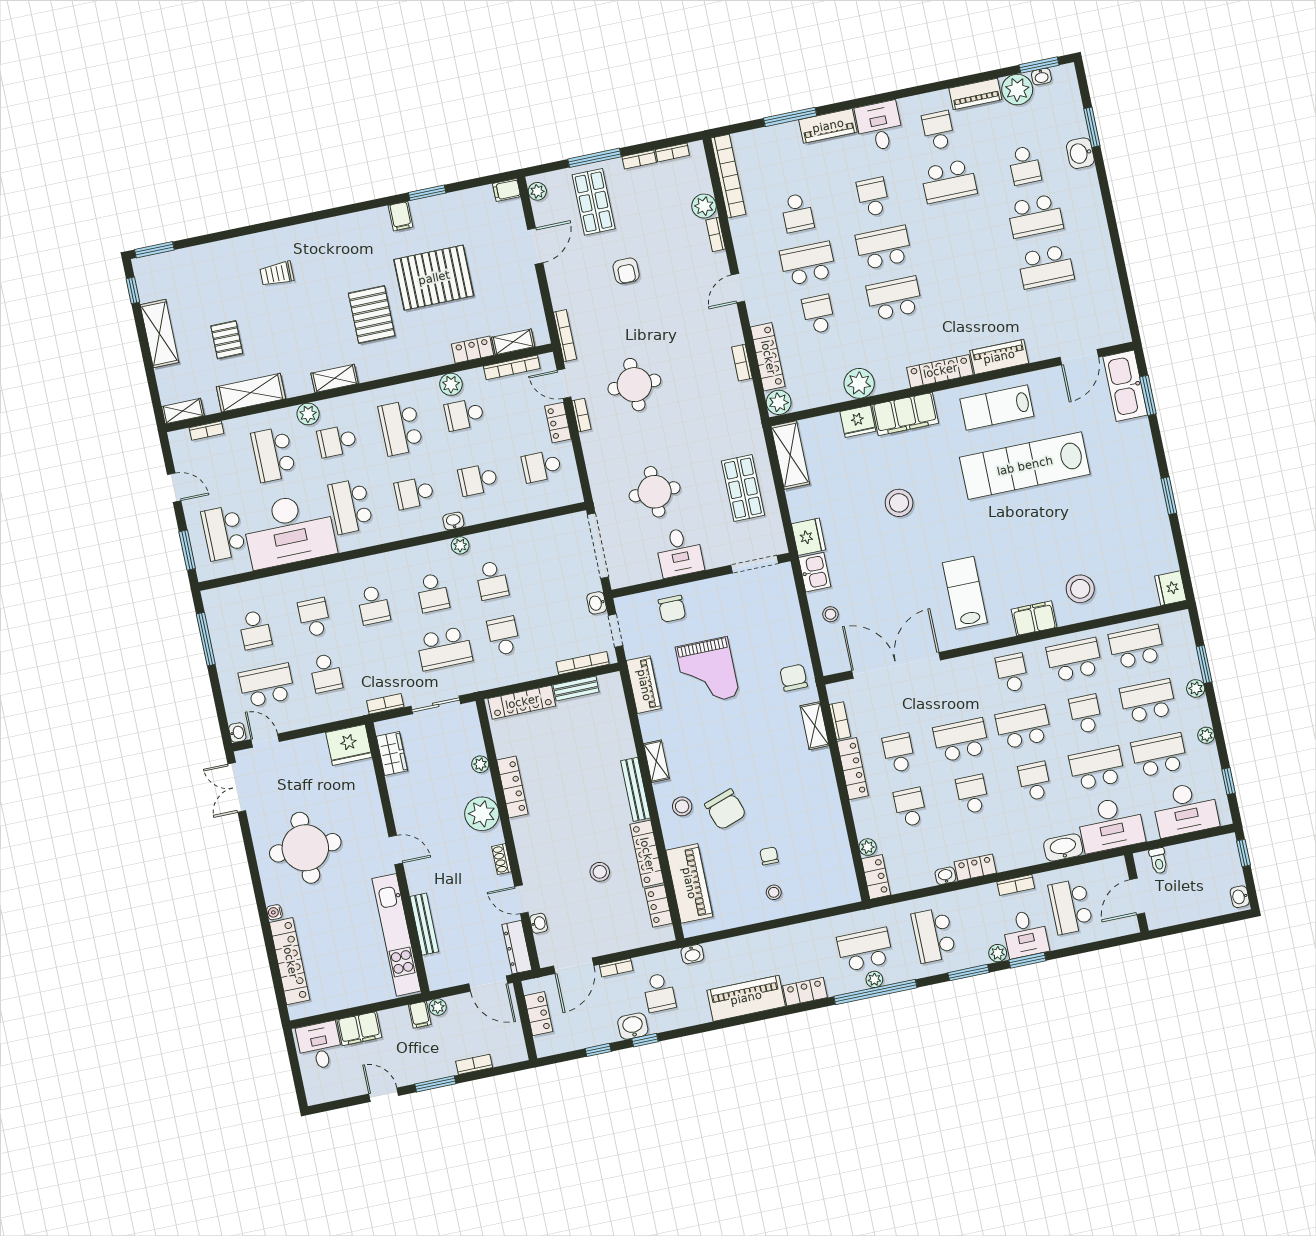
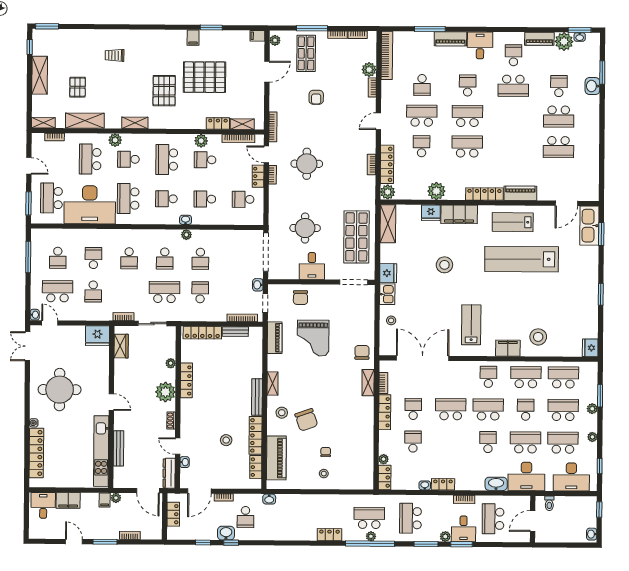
school desk: (1025, 165) -> (559, 86), turned 180
shop shelf: (743, 488) -> (356, 237), width x1.43, depth x1.36
school desk: (444, 648) -> (164, 292), turned 180
school desk: (972, 794) -> (450, 442), removed
piano: (746, 998) -> (295, 531), removed

